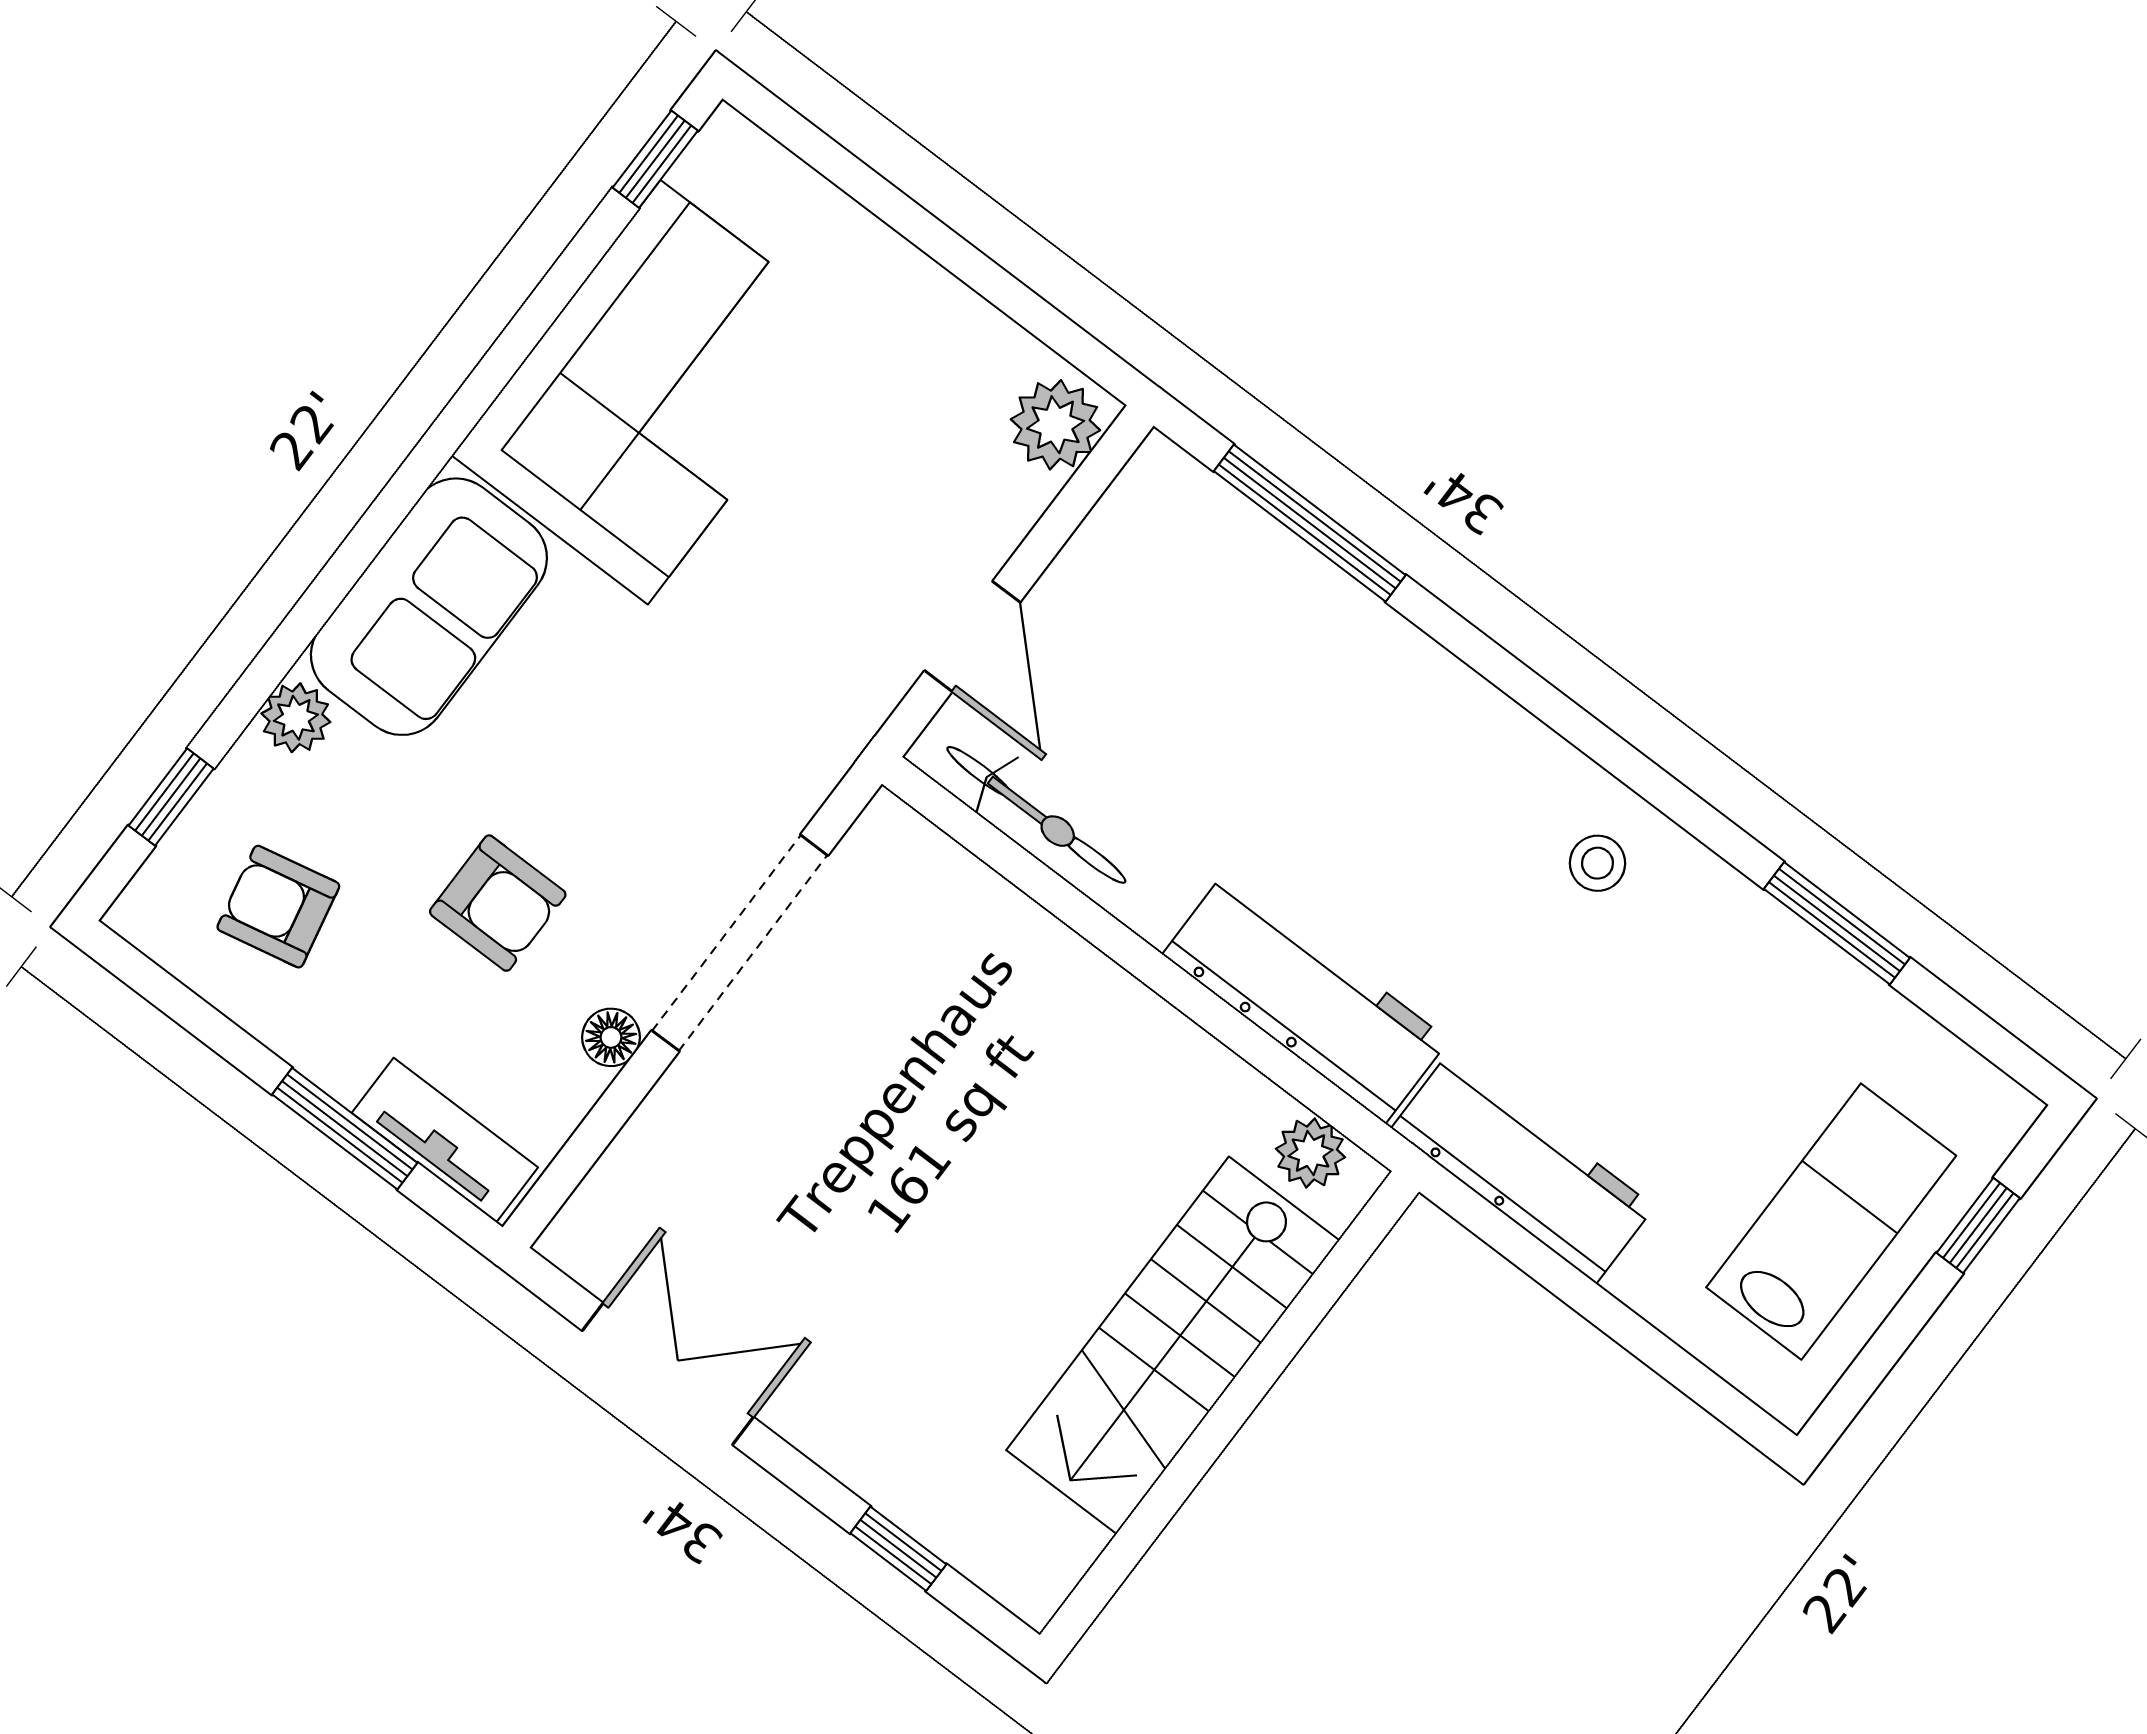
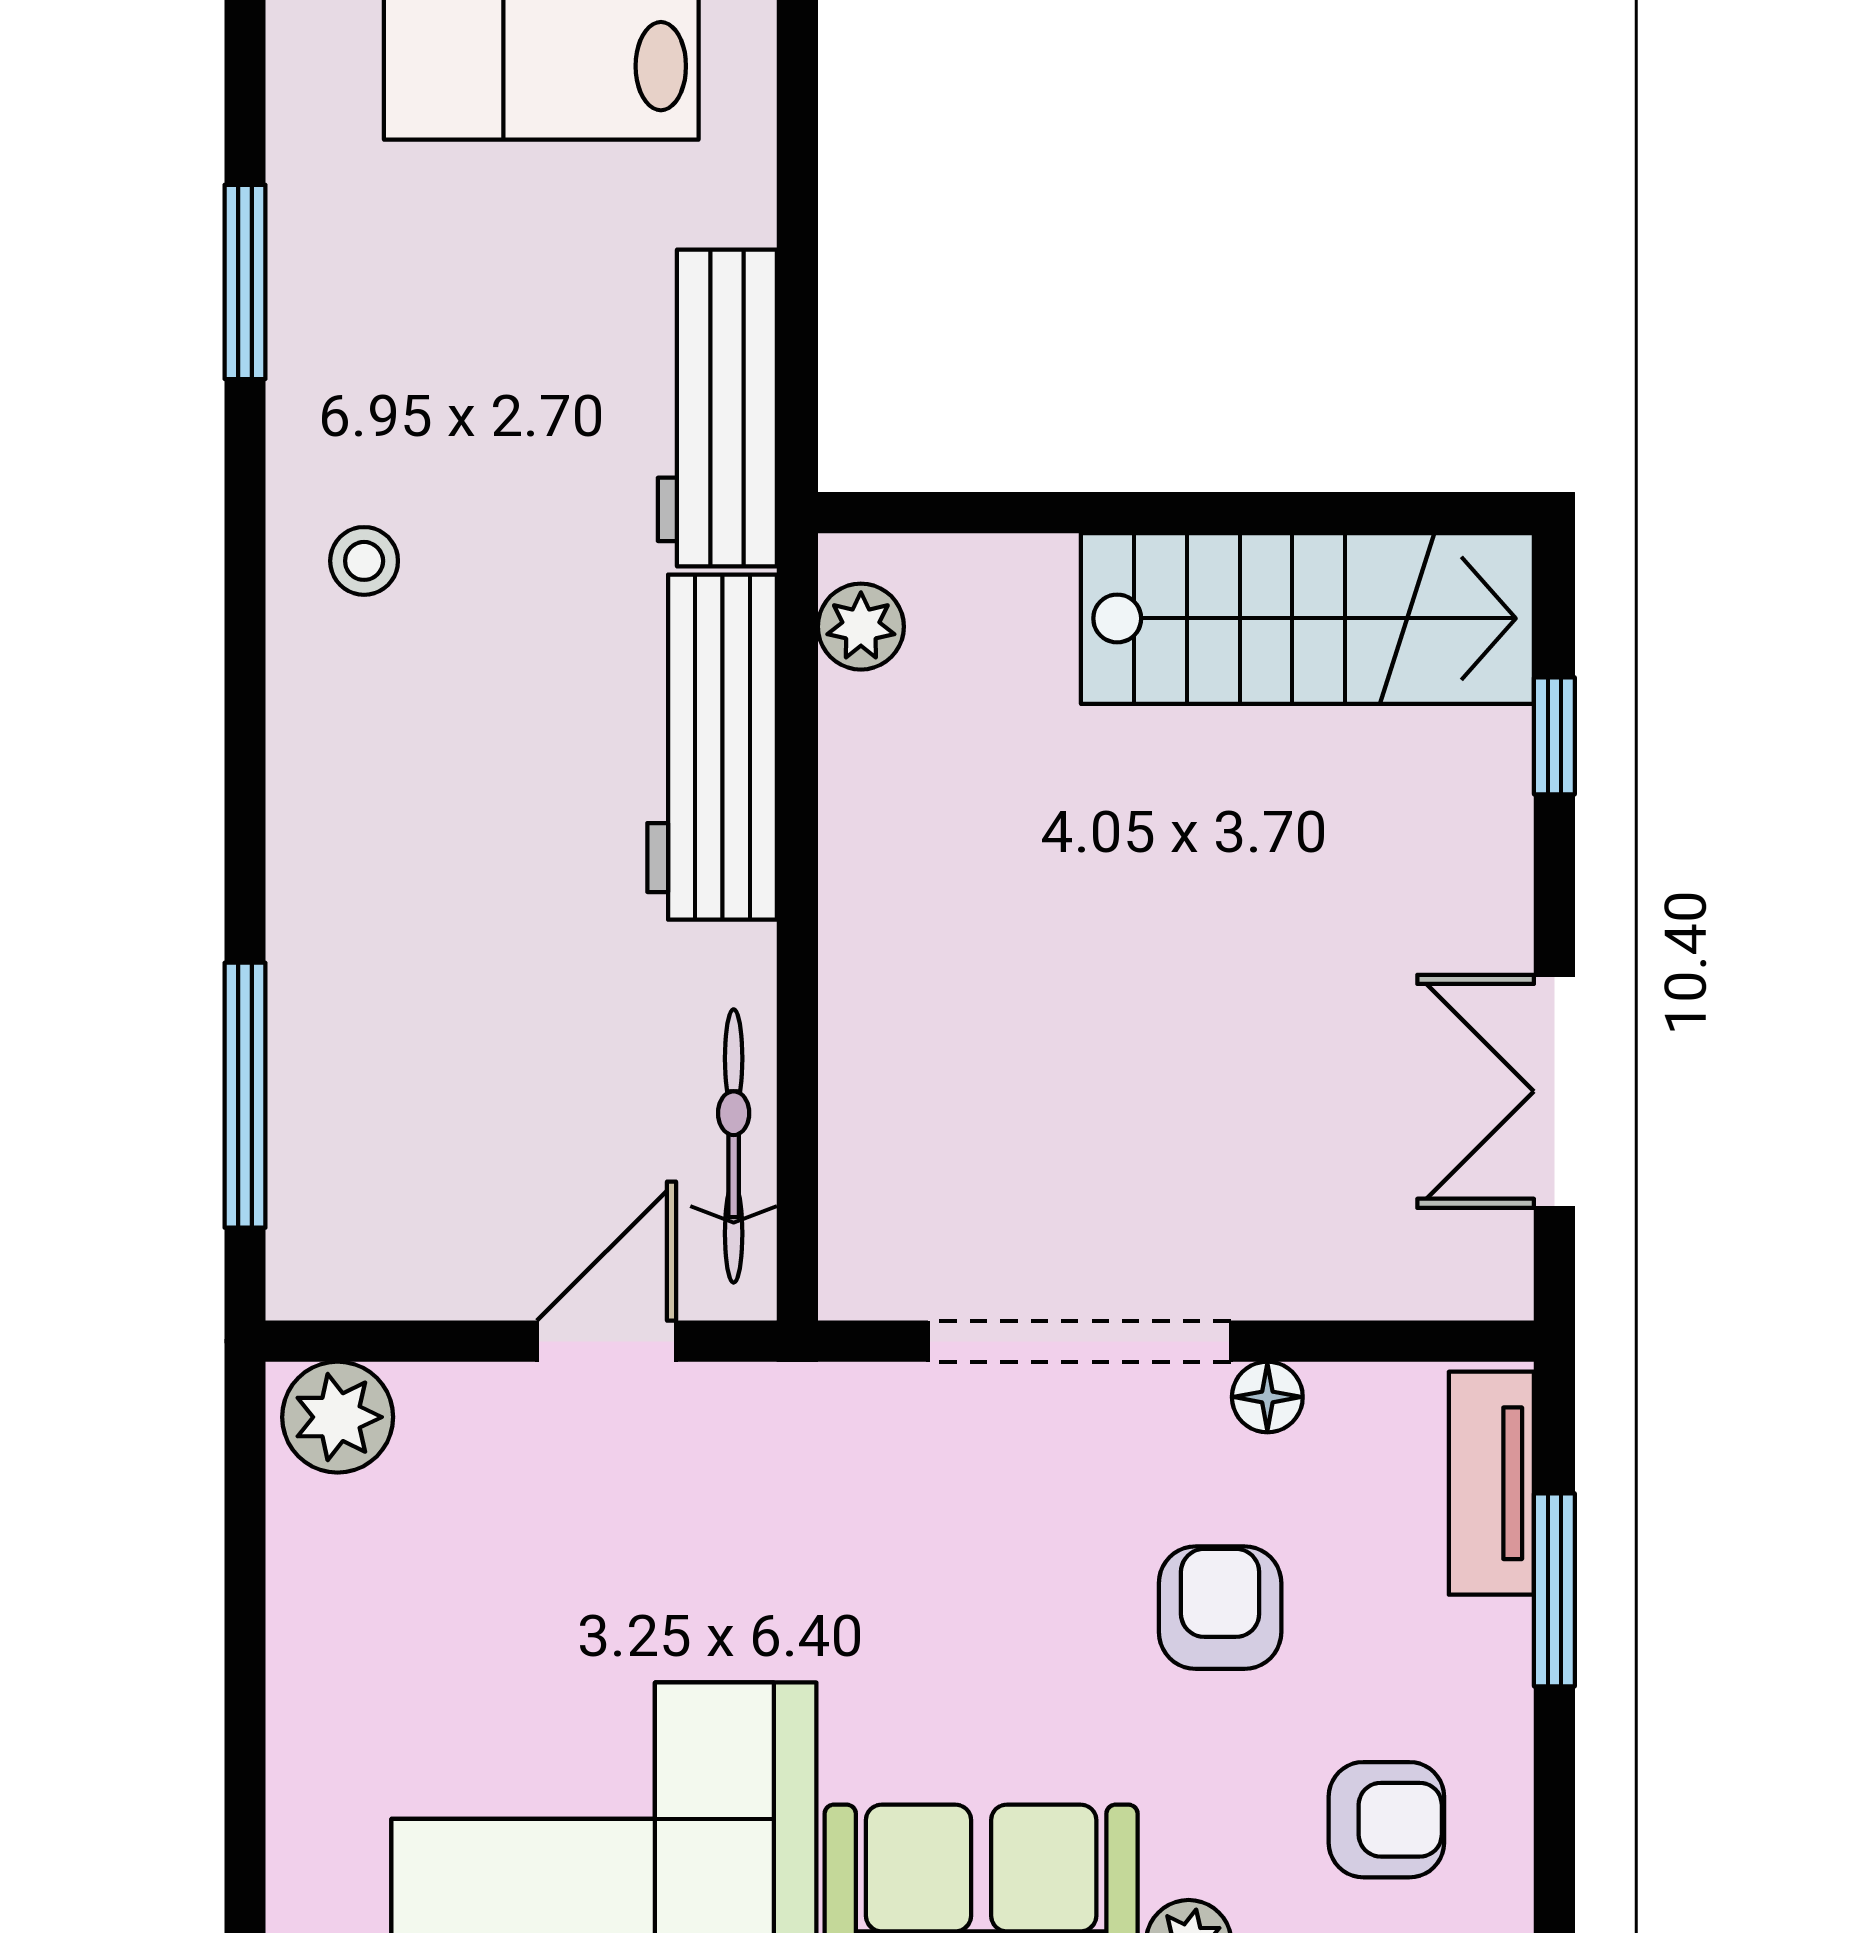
armchair: (278, 907) -> (1386, 1820), turned -78
stairs: (1173, 1345) -> (1307, 618), moved

